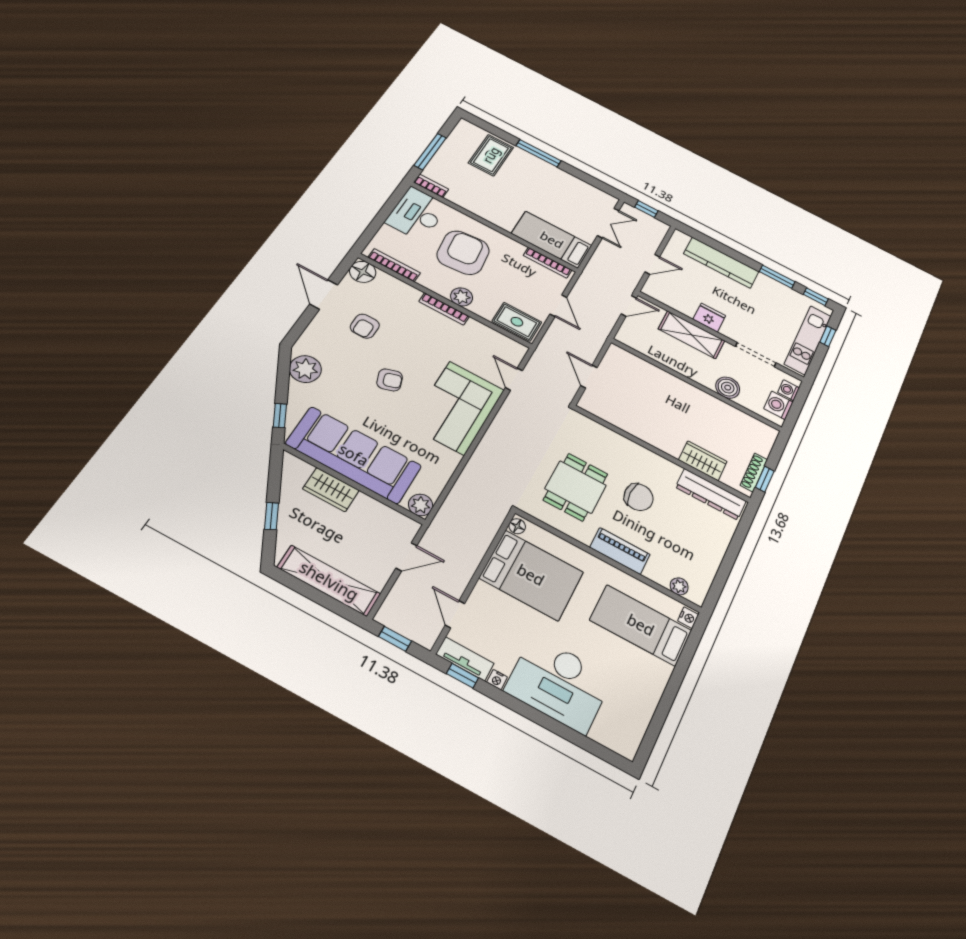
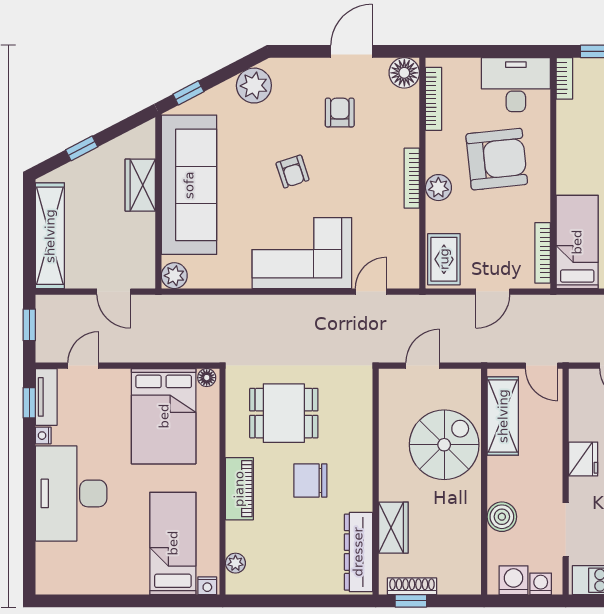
armchair: (365, 326) -> (340, 113), turned 90
shelving: (691, 335) -> (503, 416), moved
spiral stairs: (656, 395) -> (444, 445), added
chair: (639, 497) -> (310, 481), turned 90

